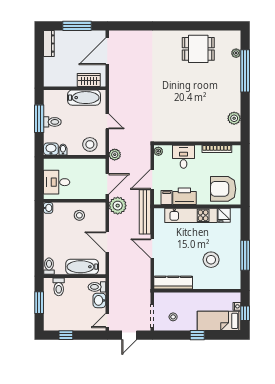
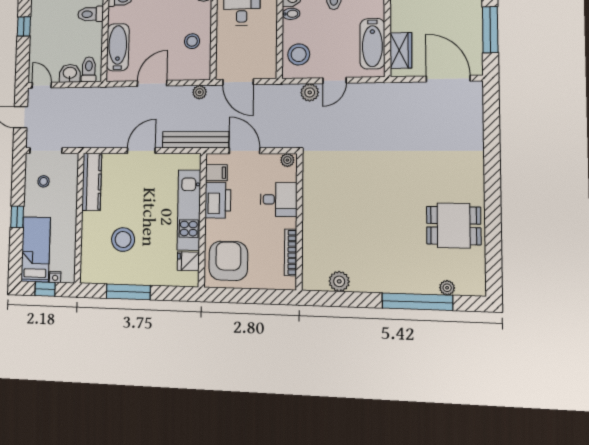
dining table: (198, 49) -> (454, 226), turned 90
plant: (115, 155) -> (310, 92), moved
plant: (118, 206) -> (200, 92), width x0.53, depth x0.53

